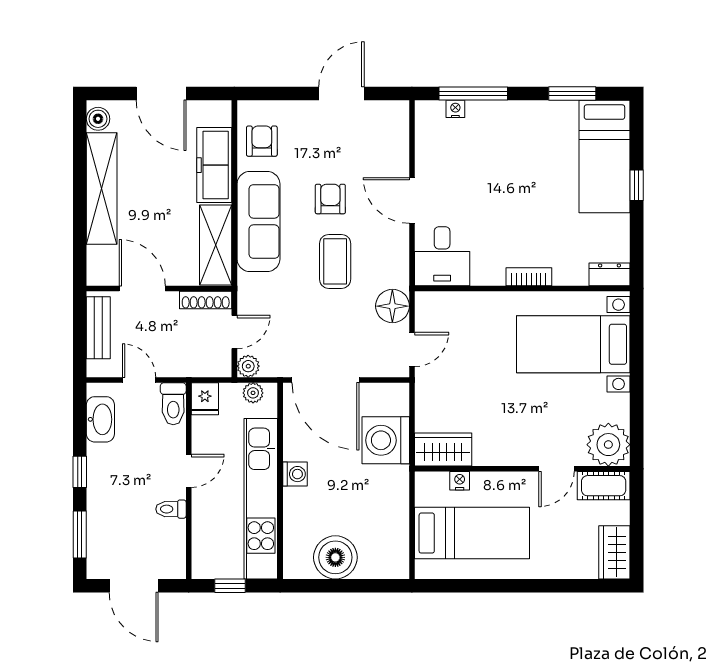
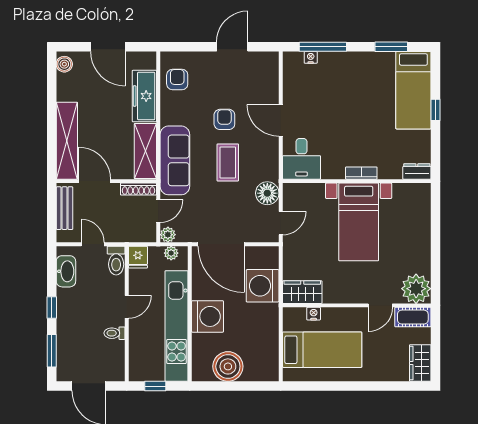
shelving: (102, 188) -> (67, 141), moved
sofa: (258, 221) -> (175, 160), moved
bed with nightstands: (573, 344) -> (359, 222), moved, turned -90
washing machine: (295, 474) -> (208, 316), width x1.89, depth x1.89

